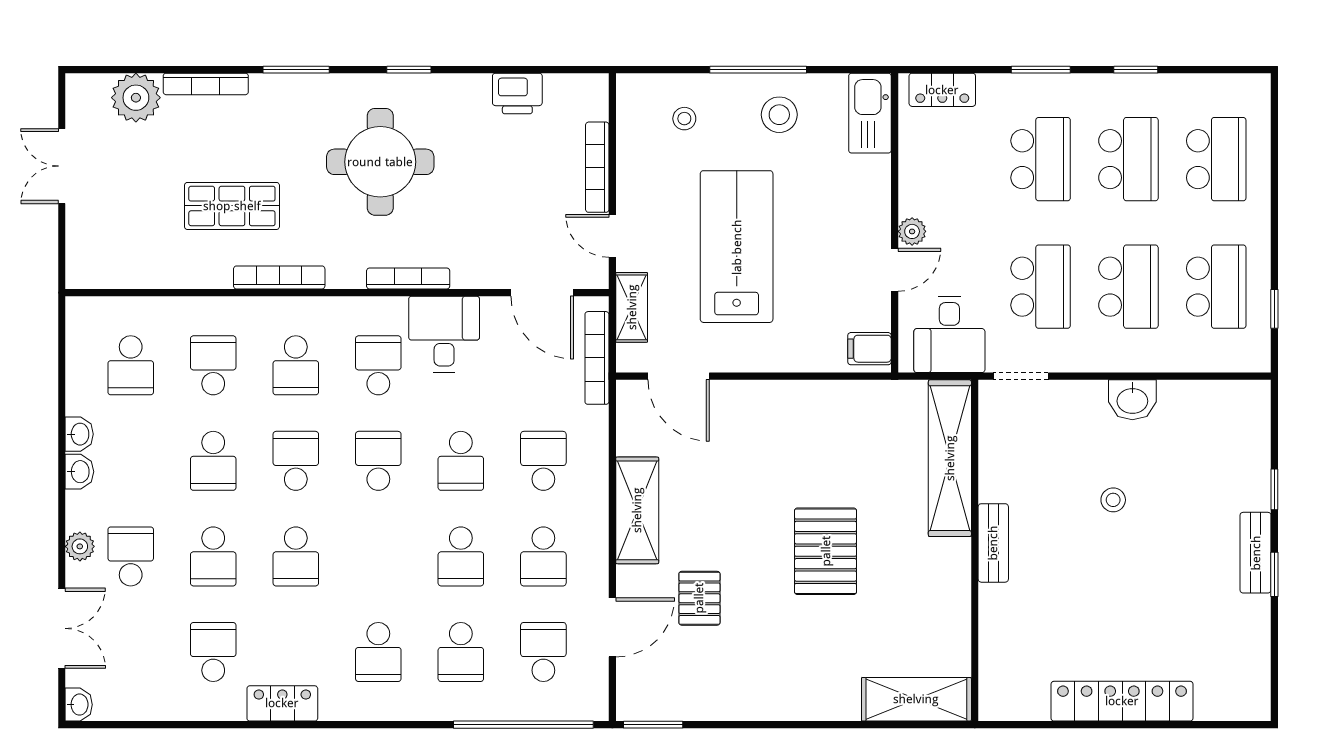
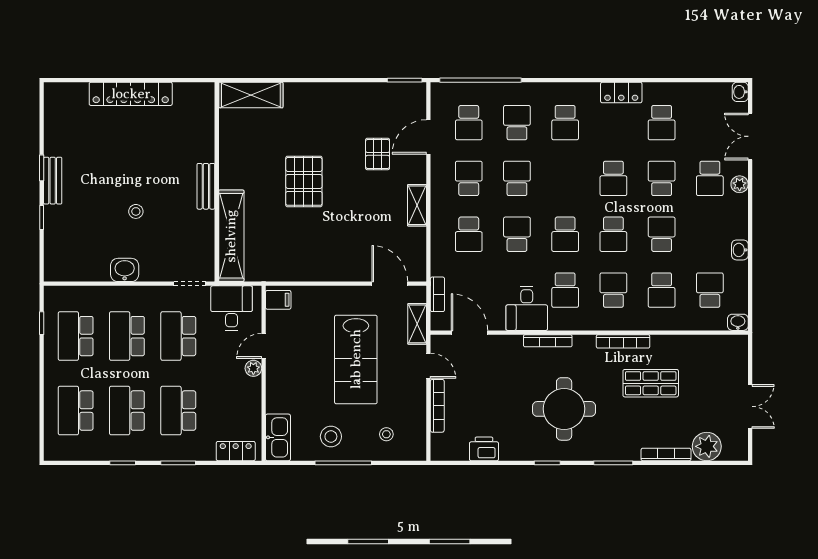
bookcase: (597, 358) -> (437, 294), width x0.64
washbasin: (79, 472) -> (738, 322), moved, turned 90
shelving: (637, 510) -> (417, 205), width x0.67, depth x0.75
school desk: (296, 556) -> (613, 178), turned 180
school desk: (378, 652) -> (565, 123), turned 180

